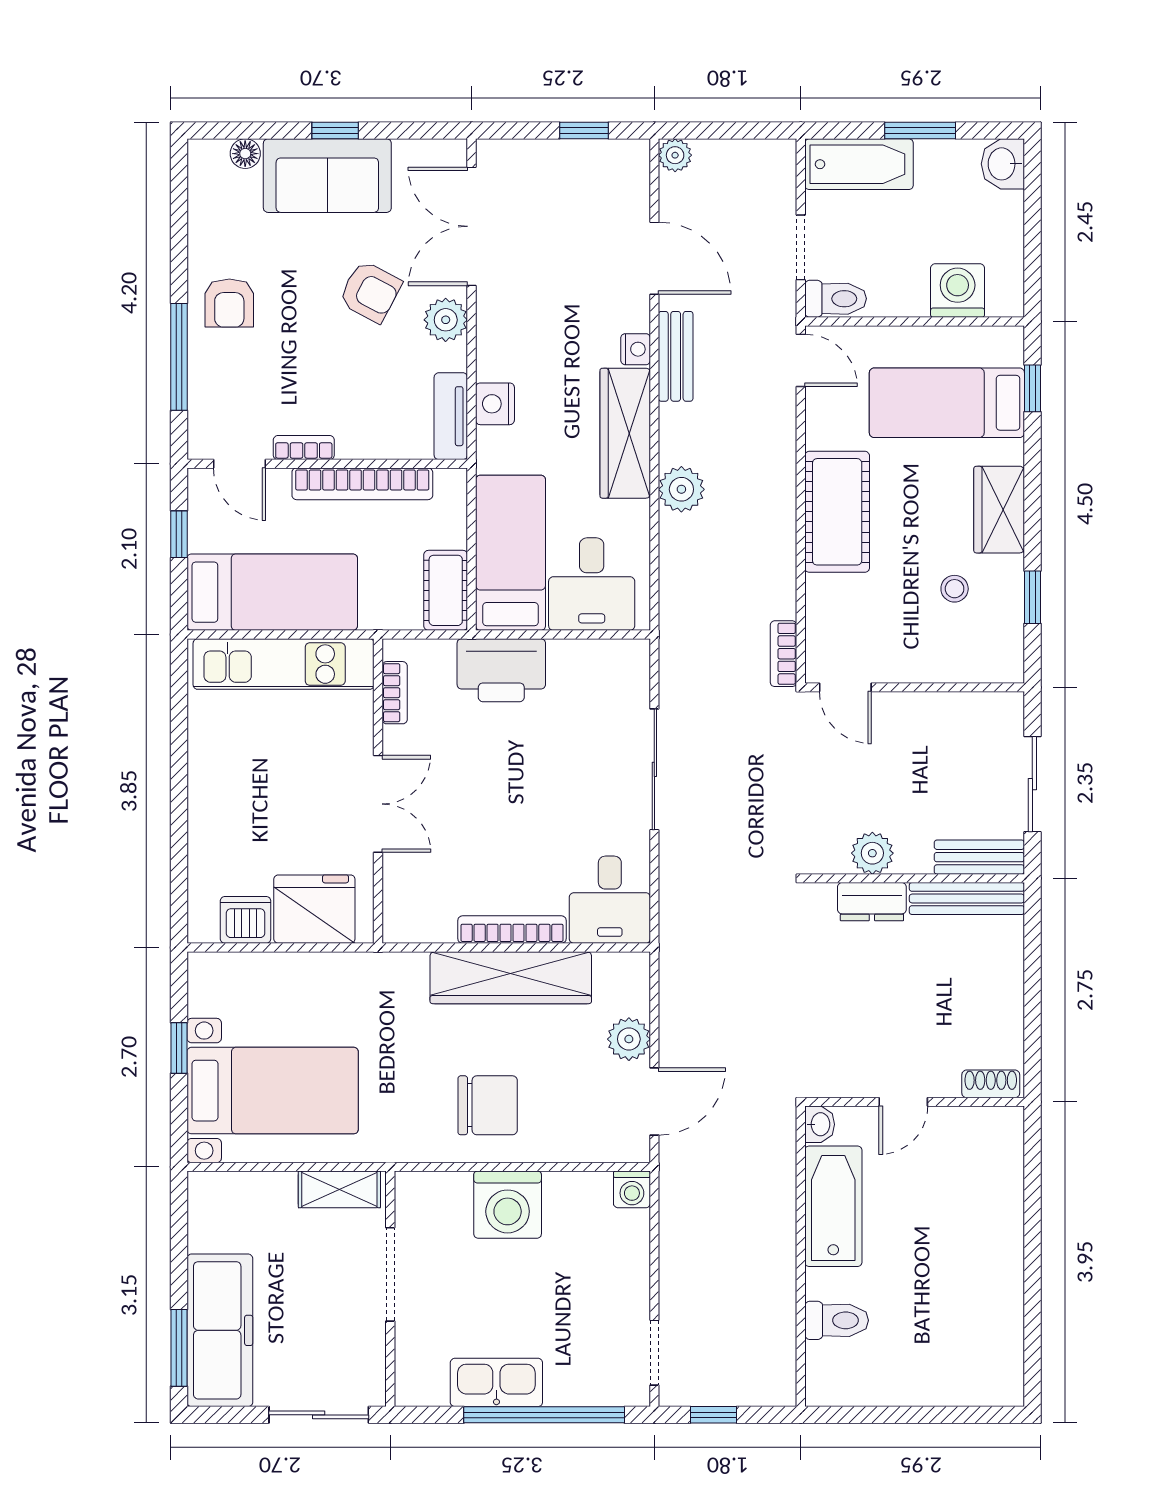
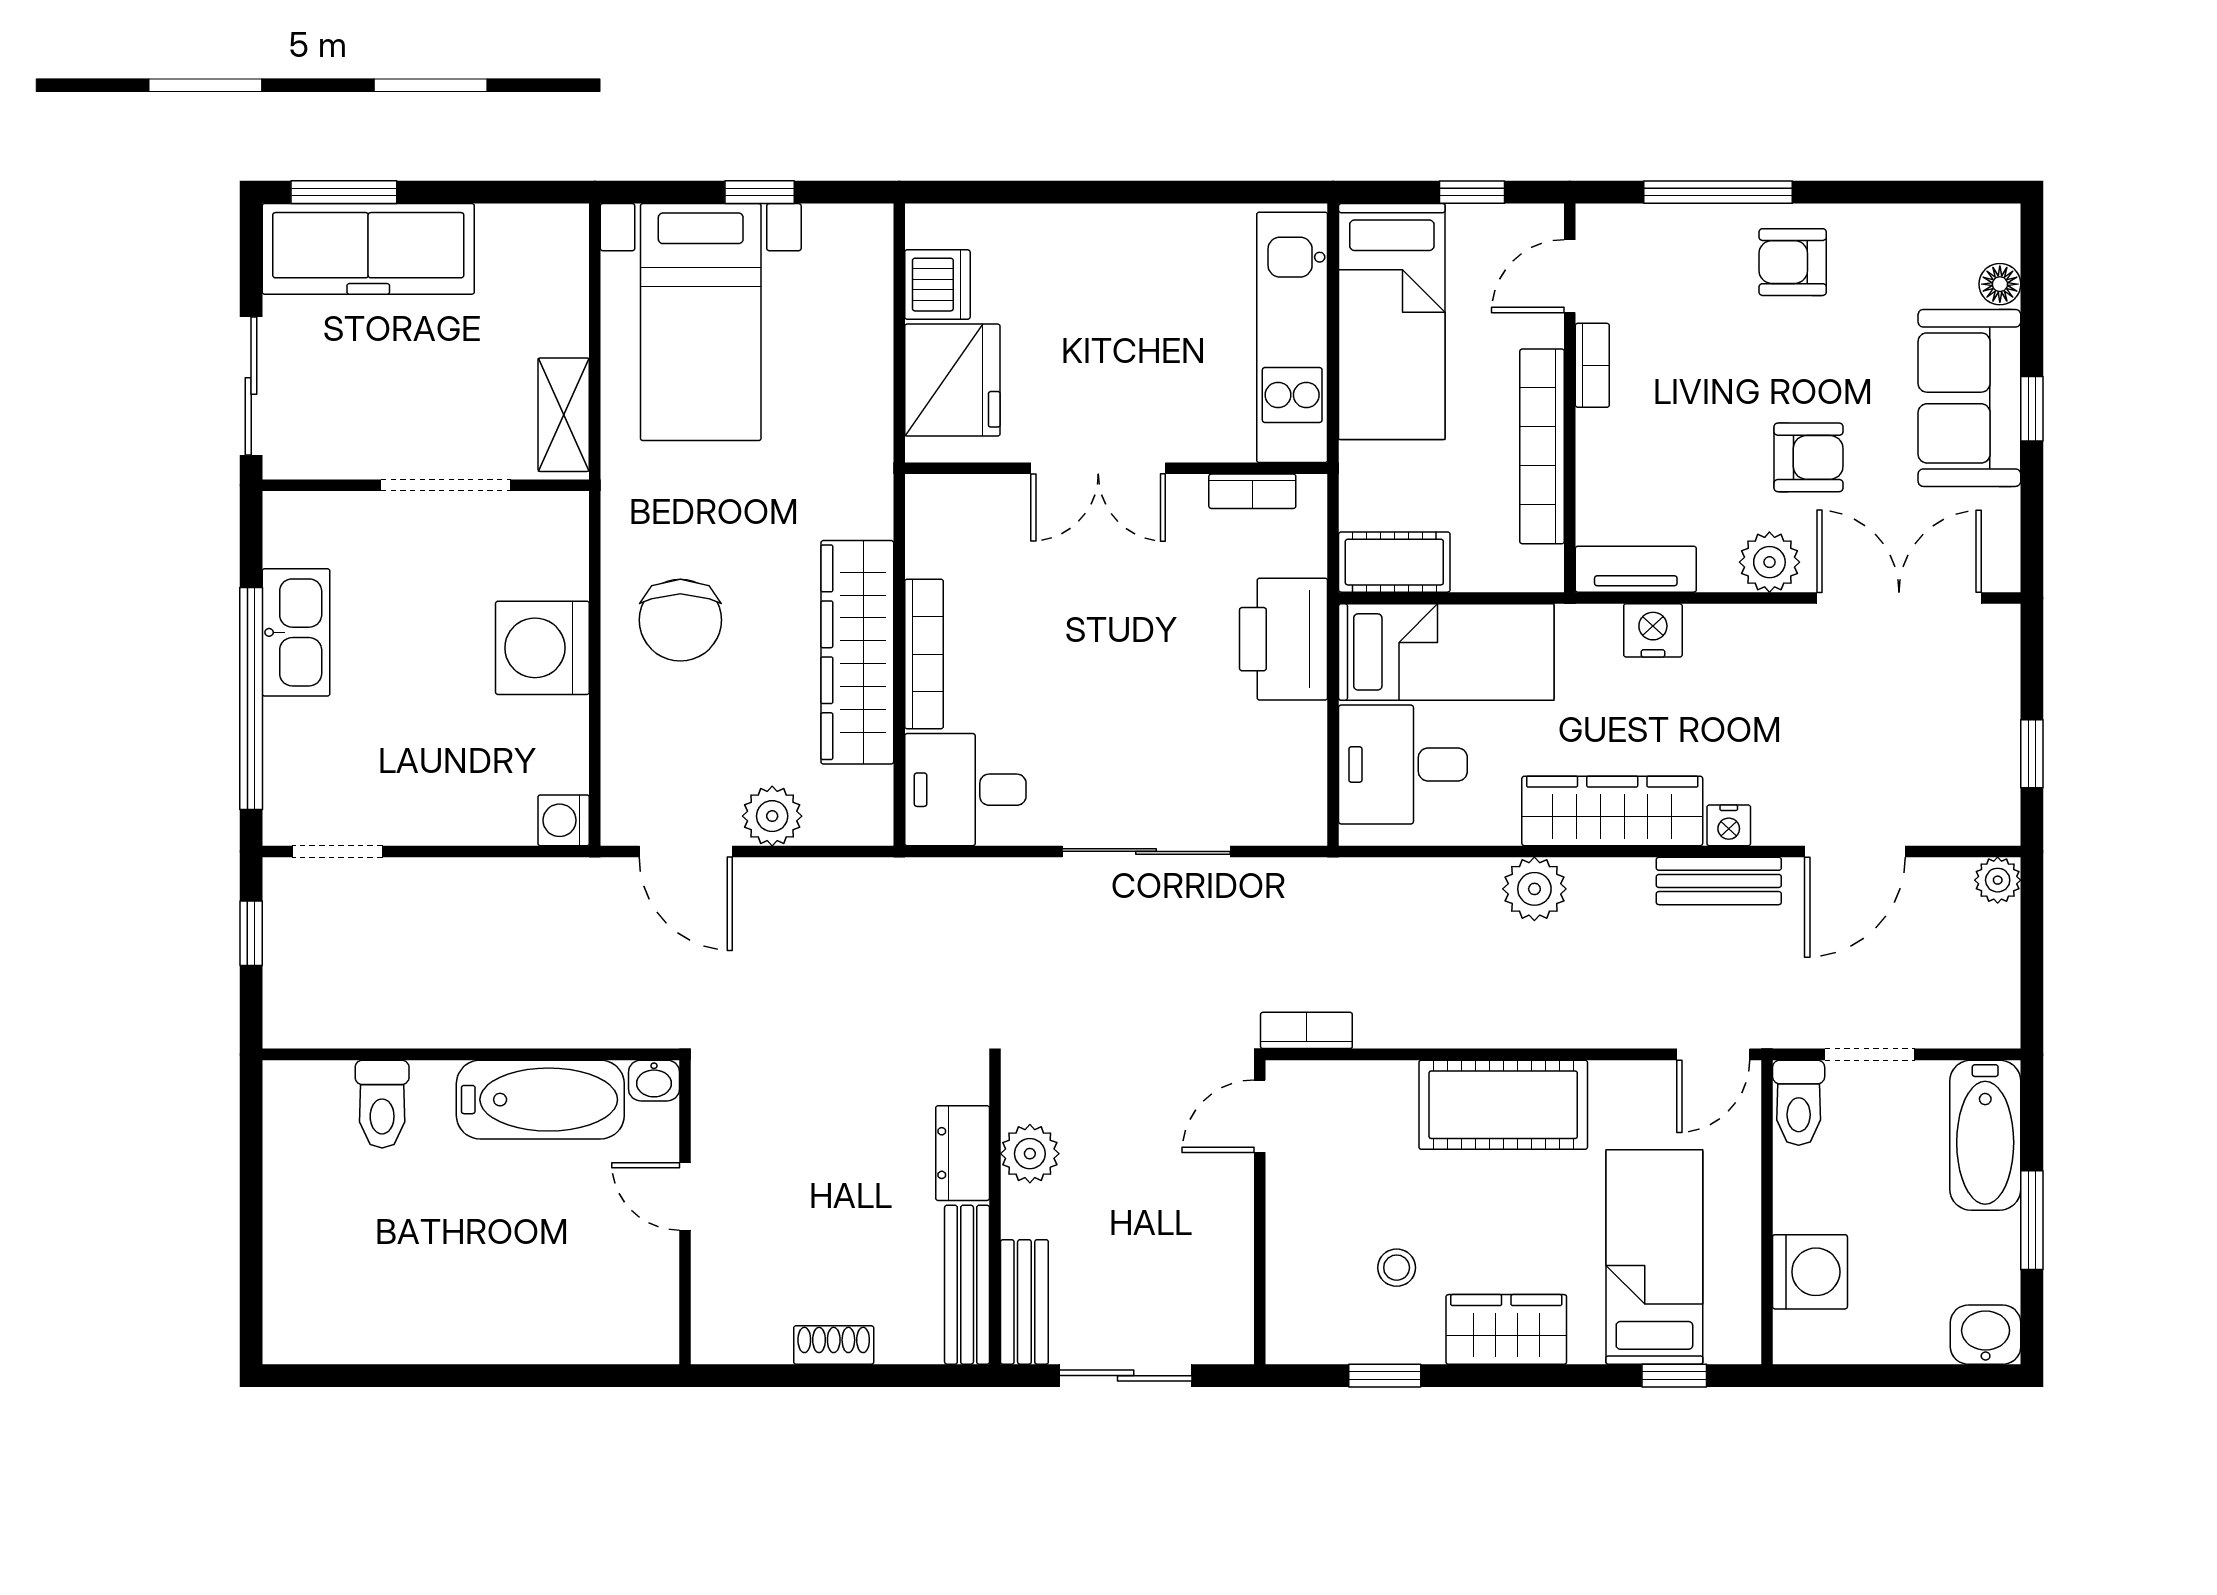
armchair: (370, 292) -> (1809, 457), turned -118
shoe rack: (991, 1084) -> (834, 1345), moved, turned -90

